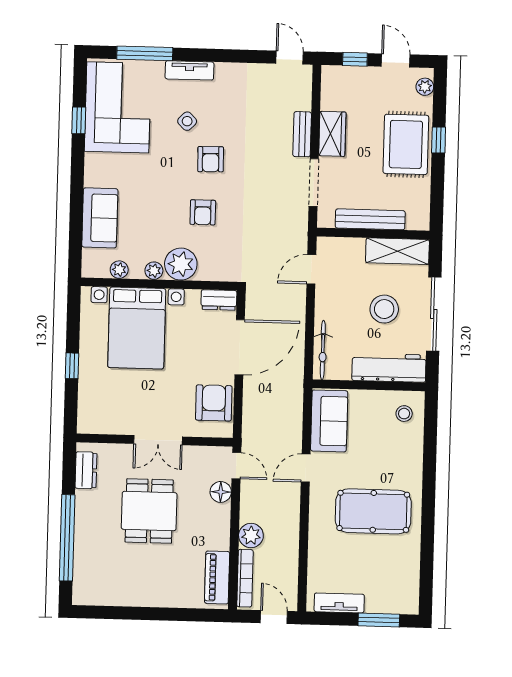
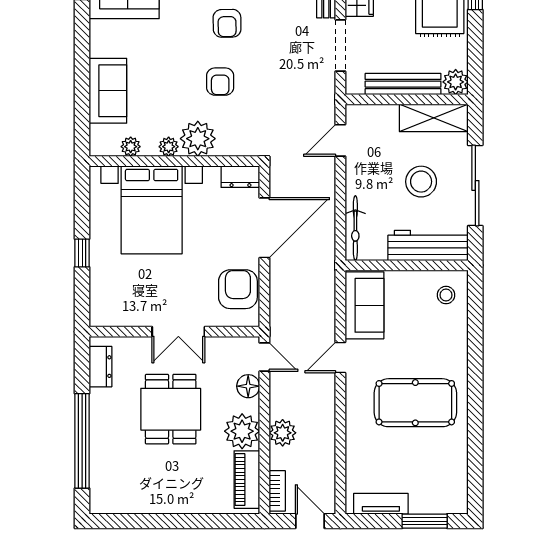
plant: (418, 219) -> (456, 82), added
plant: (214, 533) -> (242, 431), added
bookcase: (245, 578) -> (277, 491), width x0.64

